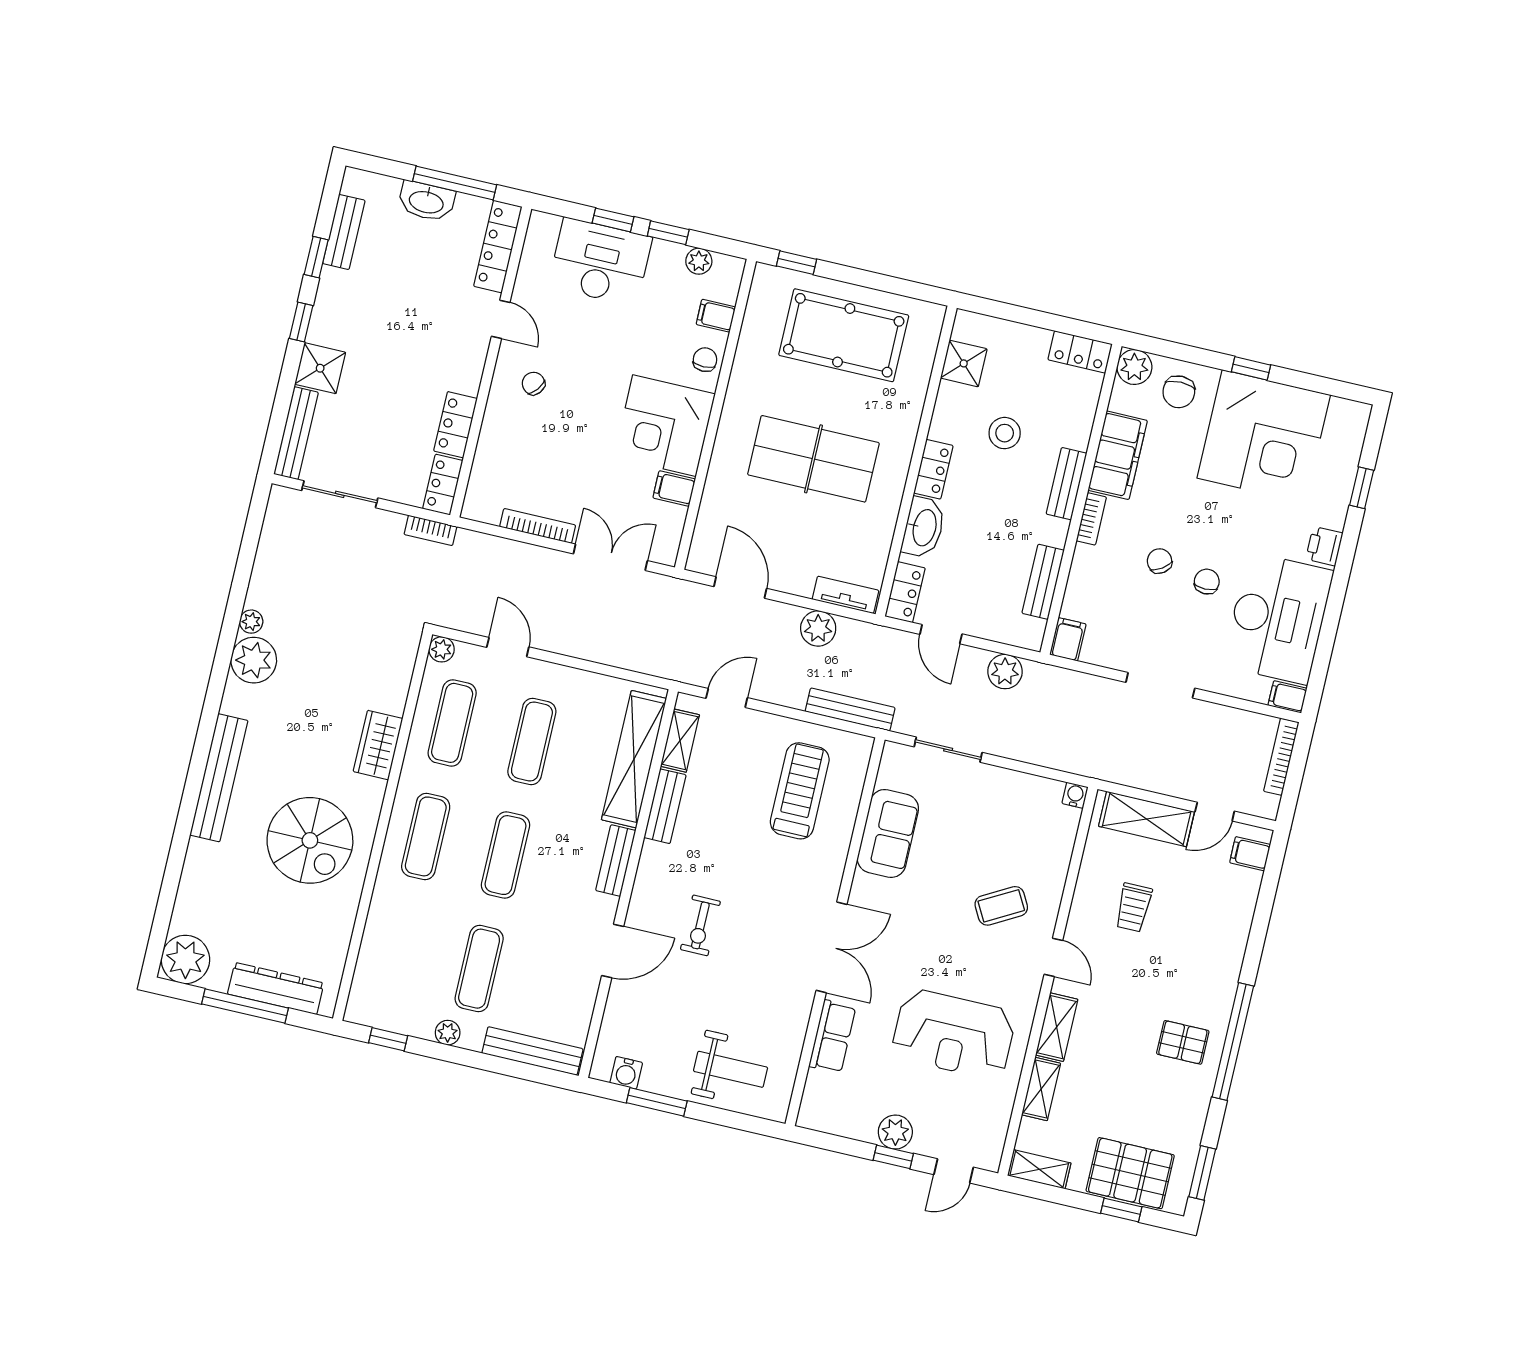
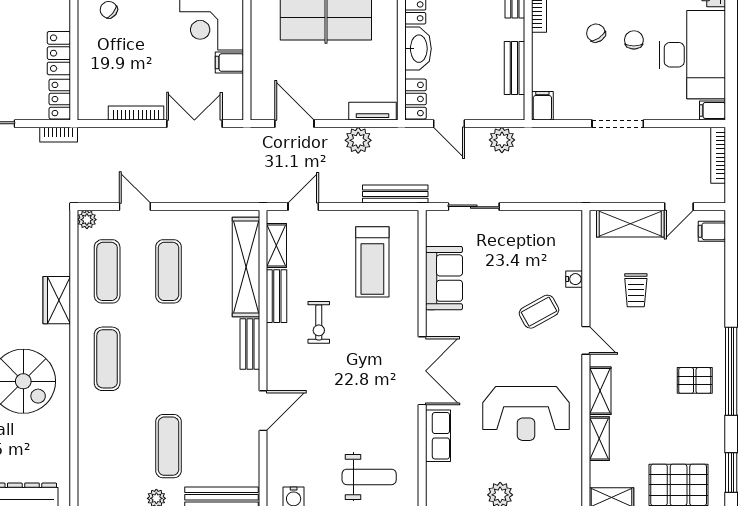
treadmill: (800, 791) -> (372, 262), turned 180
water cooler: (1075, 795) -> (574, 279), moved, turned 90
exercise mat: (505, 855) -> (168, 359), removed
exercise bike: (700, 925) -> (319, 322), moved

